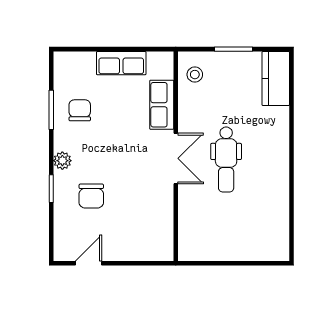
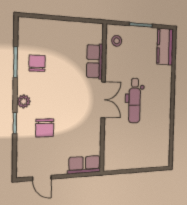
row of seats: (121, 63) -> (84, 165), moved, turned 180
door: (89, 263) -> (42, 178), swing flipped

